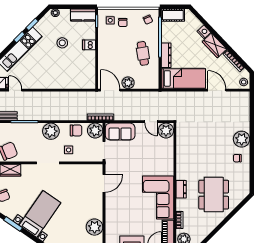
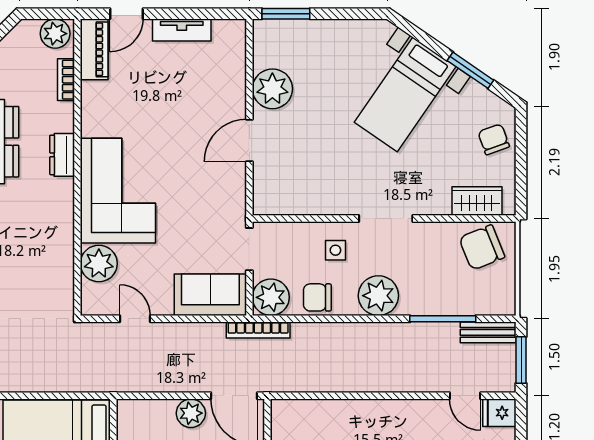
plant: (166, 131) -> (99, 264), moved
door: (104, 183) -> (249, 141), moved
corner sofa: (158, 198) -> (118, 191), moved
plant: (95, 227) -> (272, 89), moved

